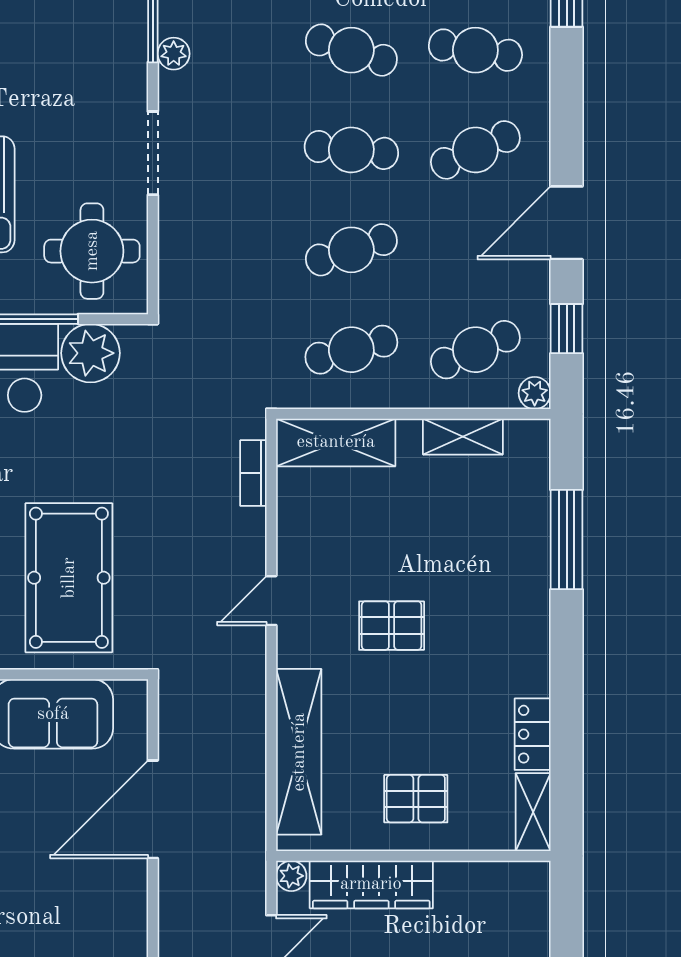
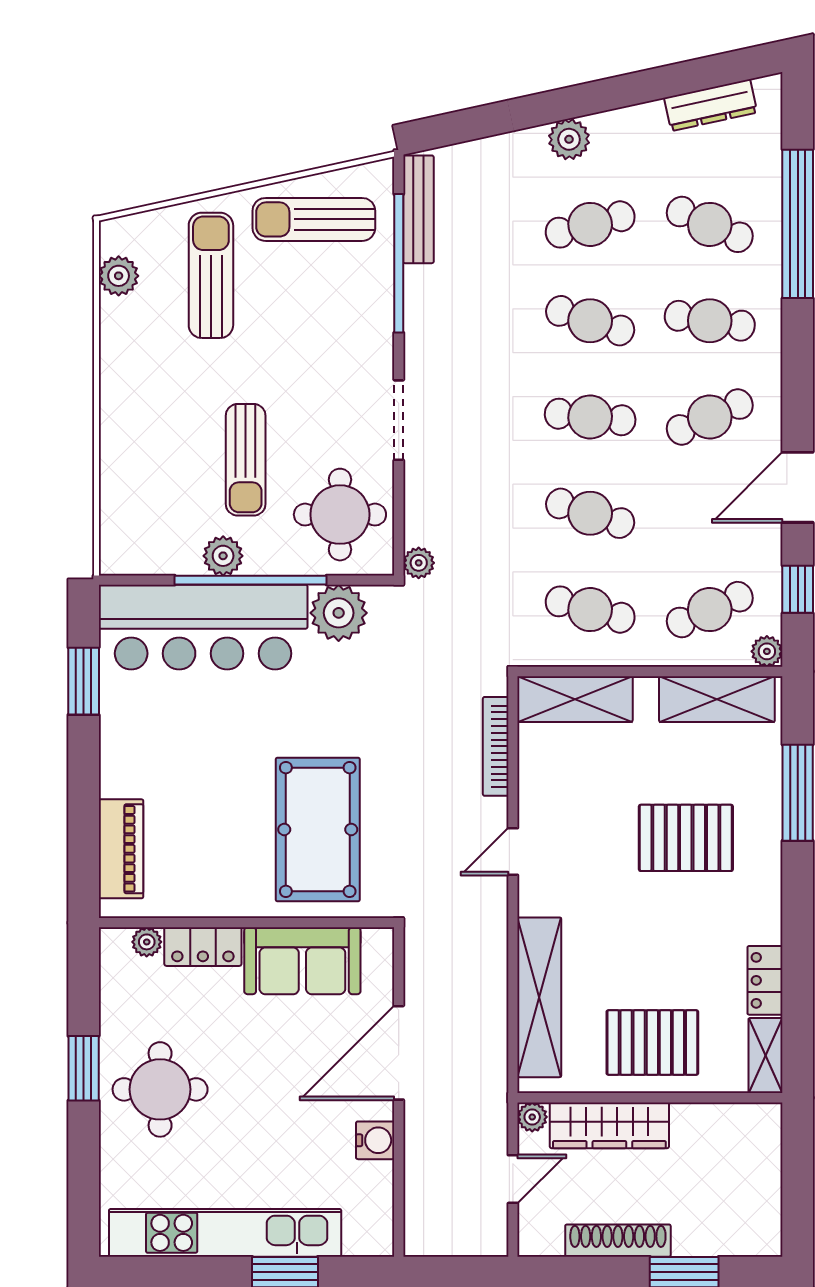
plant: (174, 54) -> (419, 563), moved
cafe table: (351, 250) -> (590, 513), turned 36
cafe table: (351, 350) -> (590, 610), turned 30
shelving: (463, 437) -> (717, 699), width x1.50, depth x1.33
bookcase: (253, 473) -> (496, 746), width x1.56
pallet: (392, 626) -> (686, 838), moved, width x1.50, depth x1.42
pallet: (416, 799) -> (652, 1043), width x1.50, depth x1.42
water cooler: (128, 900) -> (375, 1140), added

